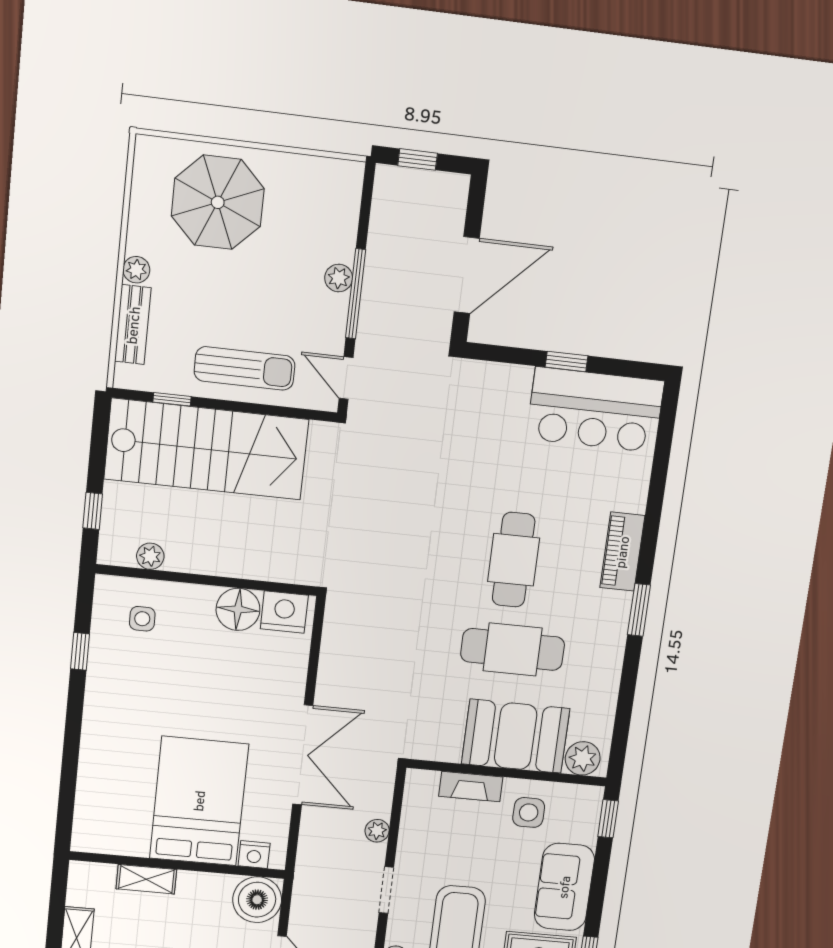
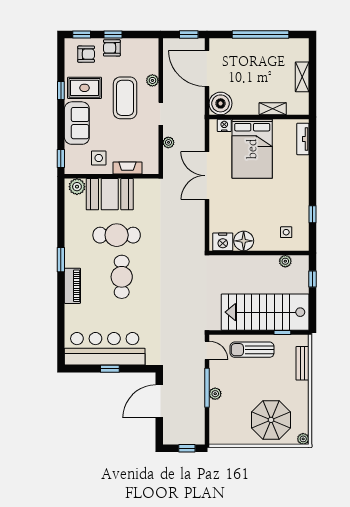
plant: (136, 270) -> (303, 439), moved
bar counter: (595, 410) -> (105, 349), width x1.36
tv unit: (87, 811) -> (303, 139), added

